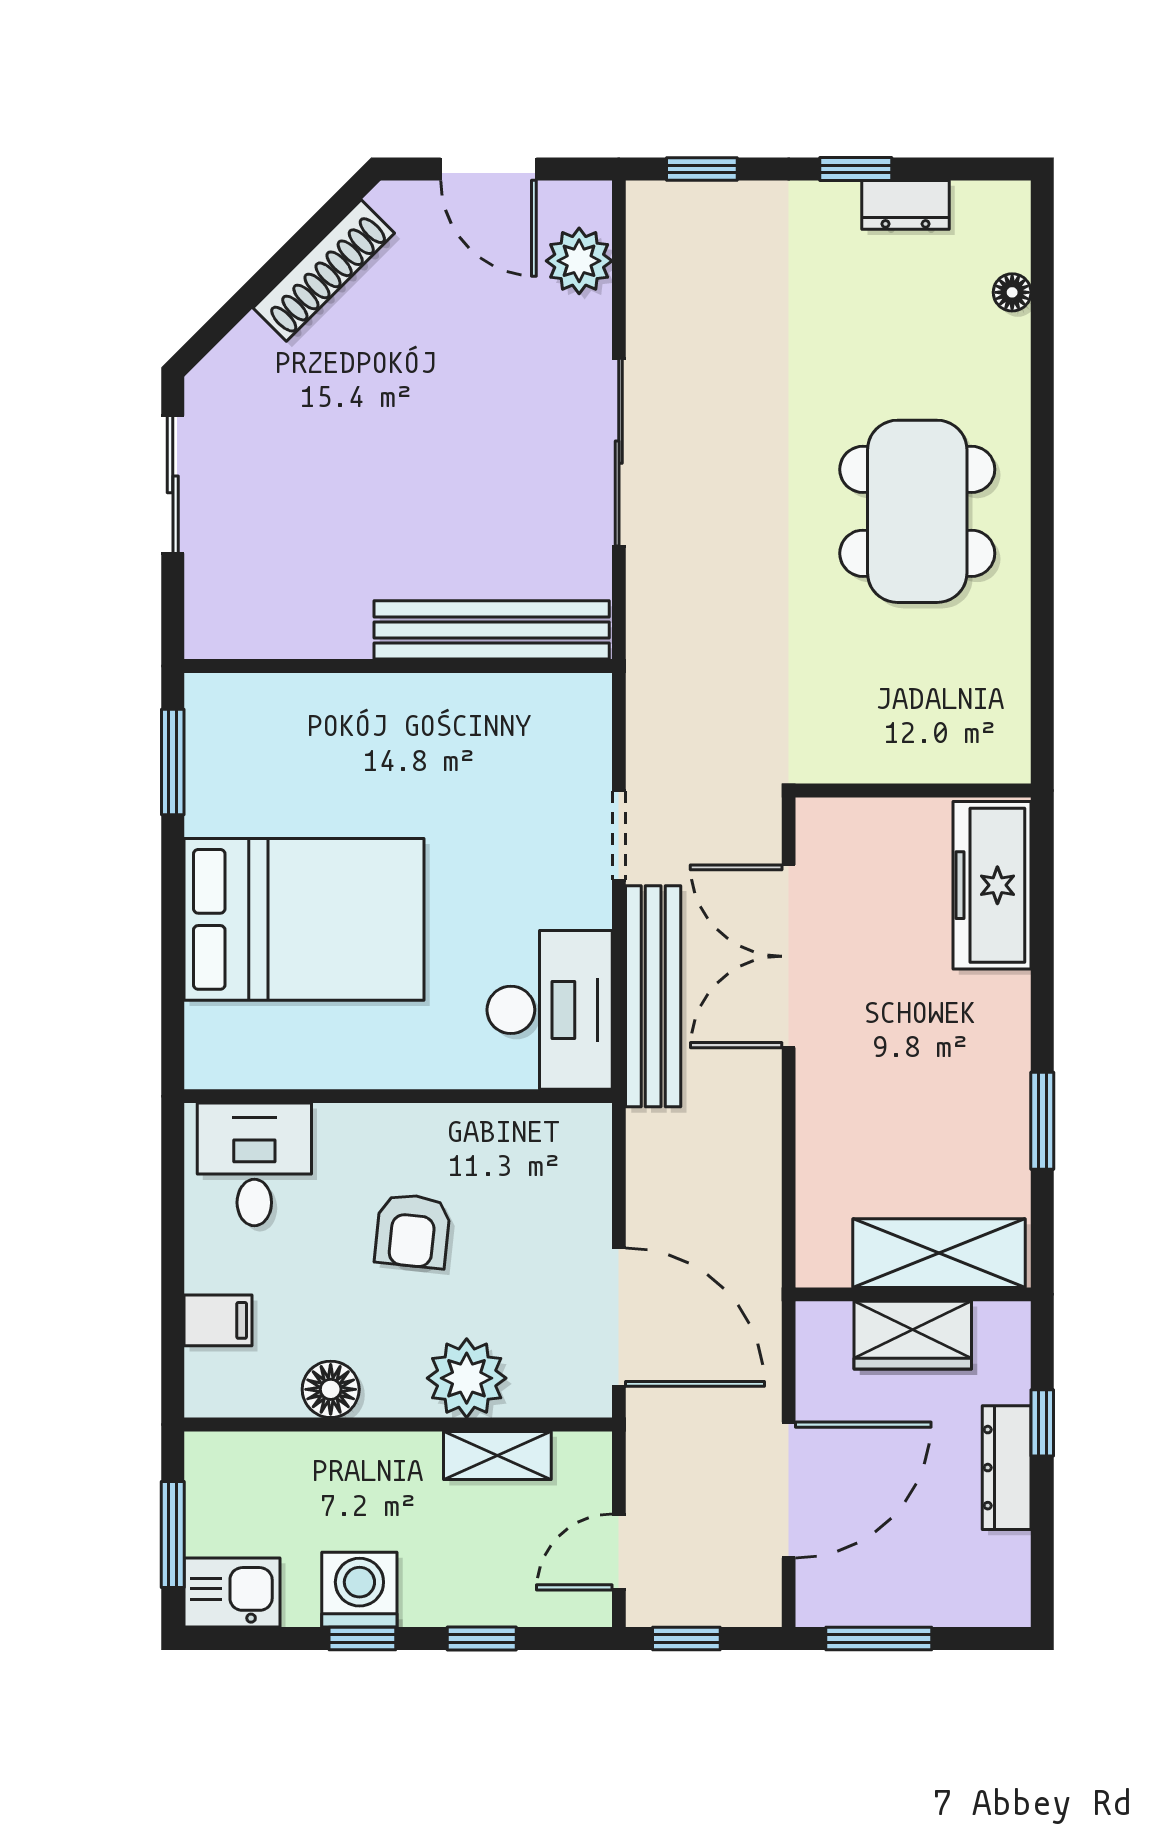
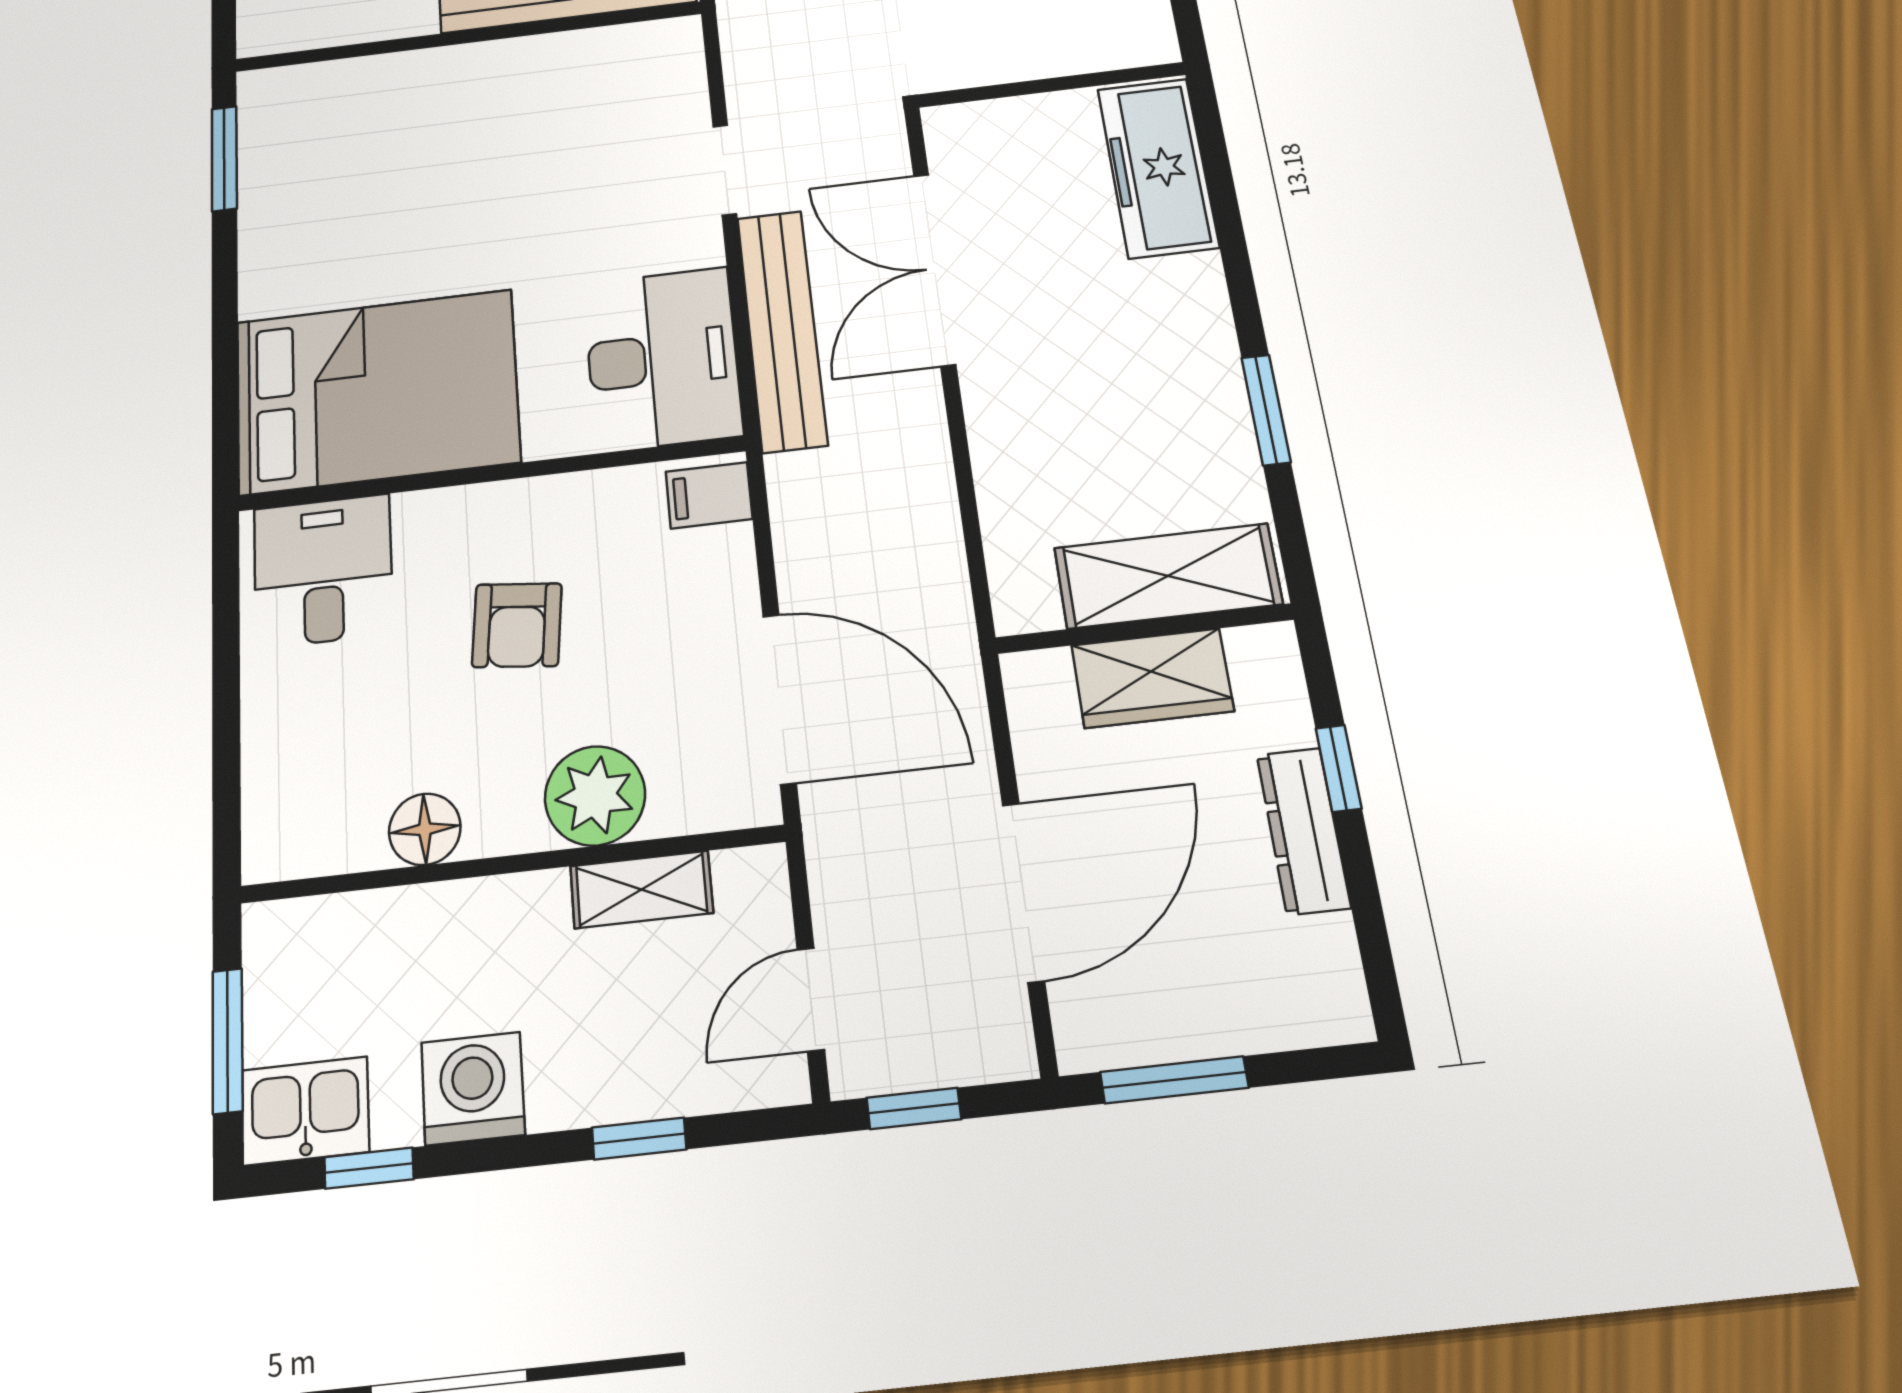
bed: (304, 919) -> (377, 391), moved
filing cabinet: (218, 1320) -> (709, 495), moved, turned 180
window: (362, 1638) -> (369, 1168), moved

